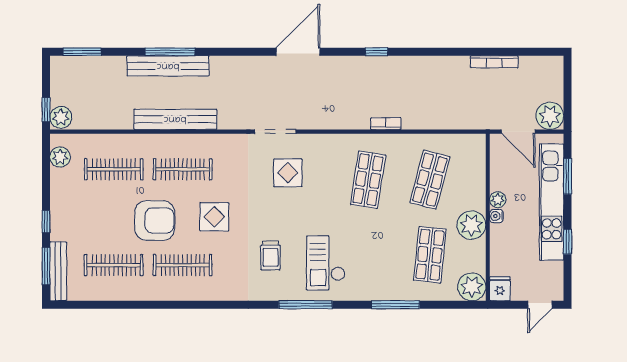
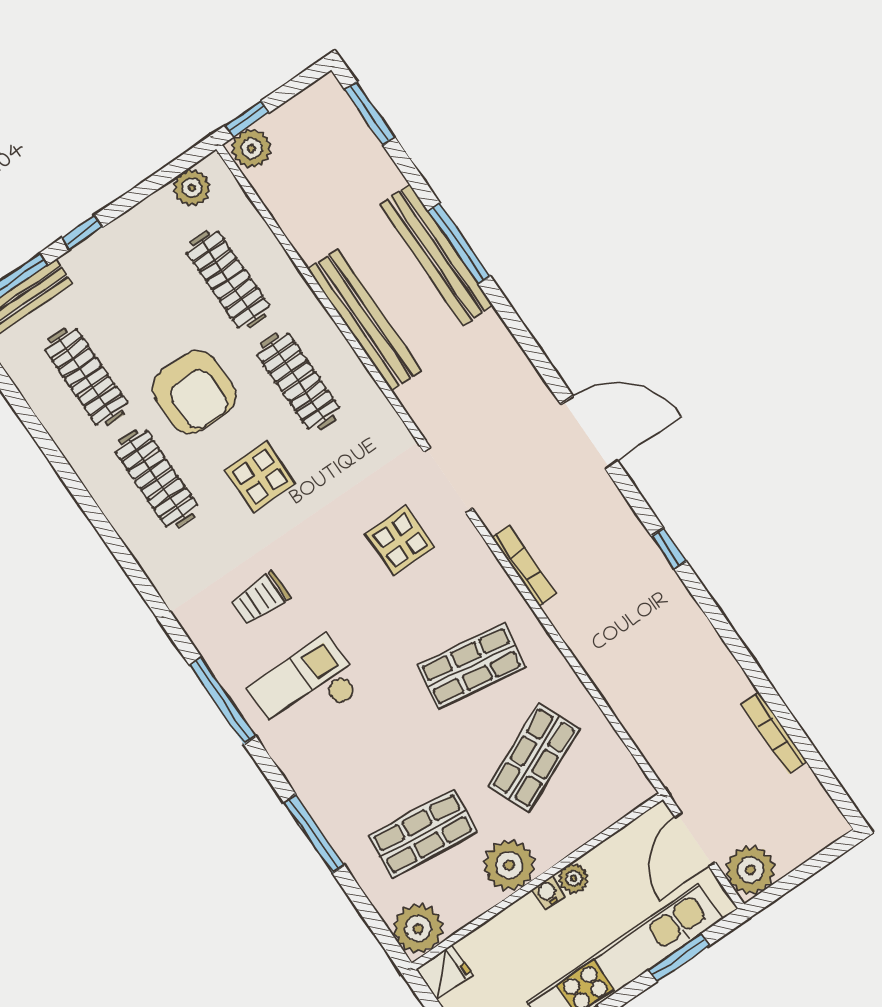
bookcase: (386, 124) -> (524, 565), moved, width x1.56
shop shelf: (430, 180) -> (534, 758), turned -39

